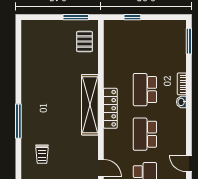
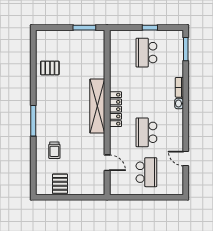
window: (132, 17) -> (150, 28), moved
pallet: (84, 41) -> (50, 68), moved, turned 90
school desk: (145, 90) -> (146, 53), moved

